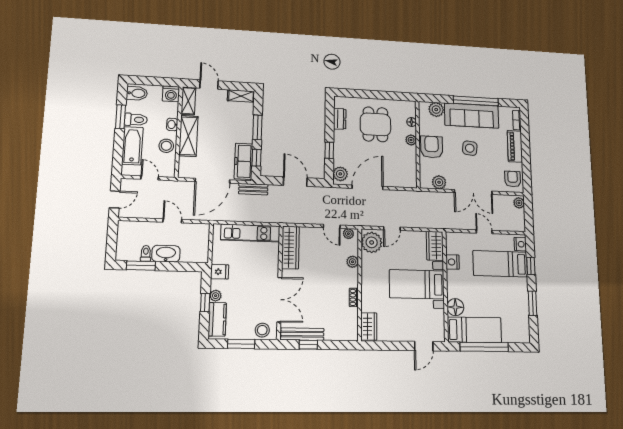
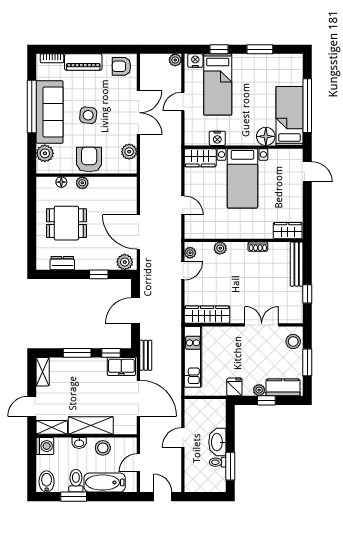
armchair: (432, 147) -> (89, 159), turned 90
freezer: (244, 161) -> (121, 367), width x0.71
plant: (519, 203) -> (175, 60), moved
plant: (372, 242) -> (199, 228), removed
double door: (279, 300) -> (262, 325), width x0.73
bench: (302, 334) -> (297, 264), moved

